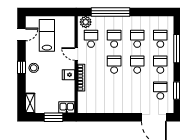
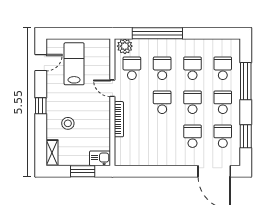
stool: (34, 68) -> (68, 123), moved
fridge: (69, 75) -> (102, 115), removed
school desk: (137, 91) -> (192, 136), added

